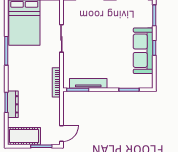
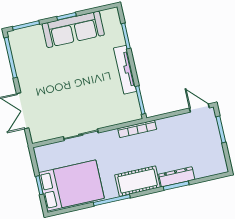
tv unit: (88, 83) -> (125, 70), moved
cot: (24, 136) -> (137, 181), moved, turned 90

